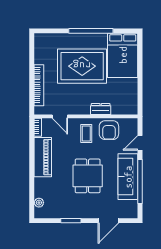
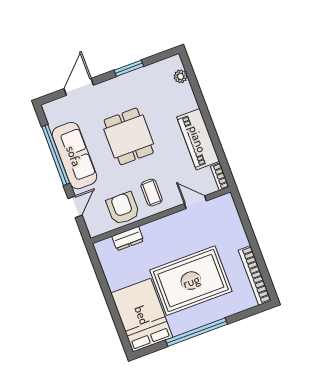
bookcase: (39, 85) -> (255, 275), moved
dresser: (101, 109) -> (128, 239), moved

